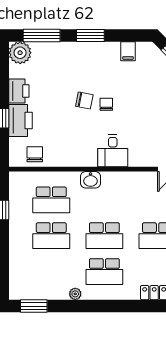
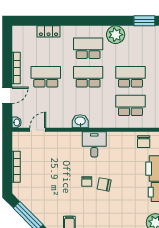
desk: (113, 151) -> (94, 144), moved
washbasin: (90, 180) -> (80, 121), moved
plant: (75, 294) -> (116, 35), width x1.88, depth x1.88

